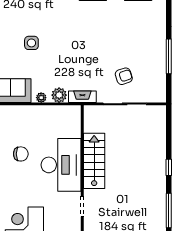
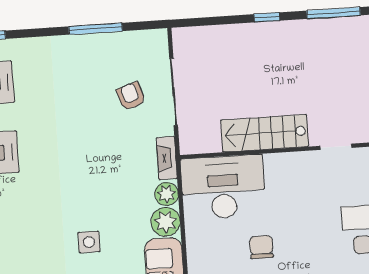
plant: (41, 98) -> (166, 222), width x1.87, depth x1.87
desk: (61, 165) -> (223, 187), moved

